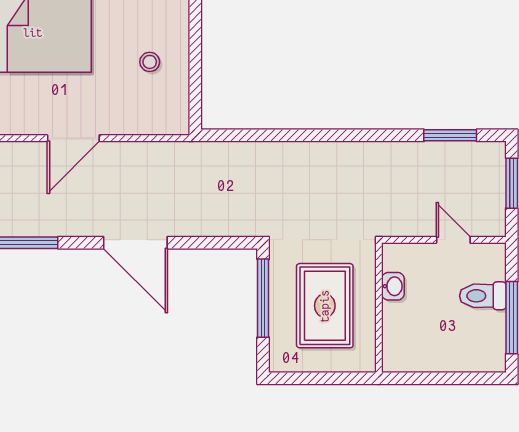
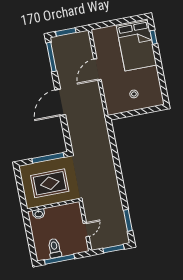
door: (73, 138) -> (97, 69), hinge flipped
washbasin: (393, 286) -> (39, 214), moved
toilet: (483, 296) -> (55, 248), moved

